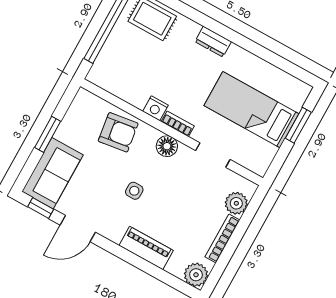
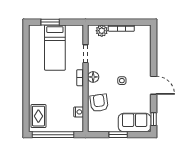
dresser: (213, 42) -> (33, 82), removed
nightstand: (155, 108) -> (79, 112), moved
door: (78, 229) -> (154, 85), moved
piano: (146, 248) -> (145, 61), removed
plant: (196, 275) -> (145, 31), removed

